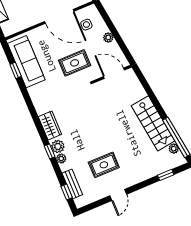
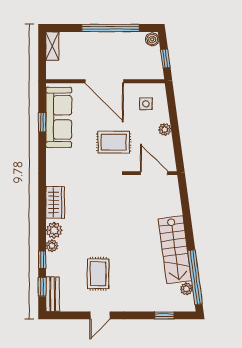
door: (59, 16) -> (104, 81), moved
window: (50, 151) -> (42, 260), moved
rug: (104, 165) -> (98, 274), turned 90
bench: (72, 184) -> (53, 294), moved

